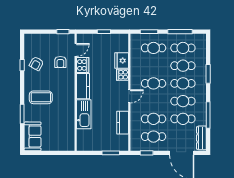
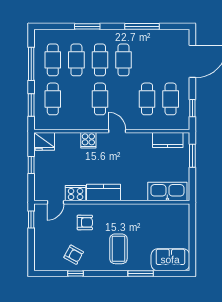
door: (76, 50) -> (56, 202), swing flipped
fridge: (122, 61) -> (44, 141), moved
armchair: (60, 62) -> (85, 222), moved
kitchen sink: (84, 114) -> (167, 192), moved
cafe table: (183, 119) -> (147, 60), removed
kitchen counter: (123, 123) -> (168, 140), moved
dresser: (201, 138) -> (172, 35), removed

